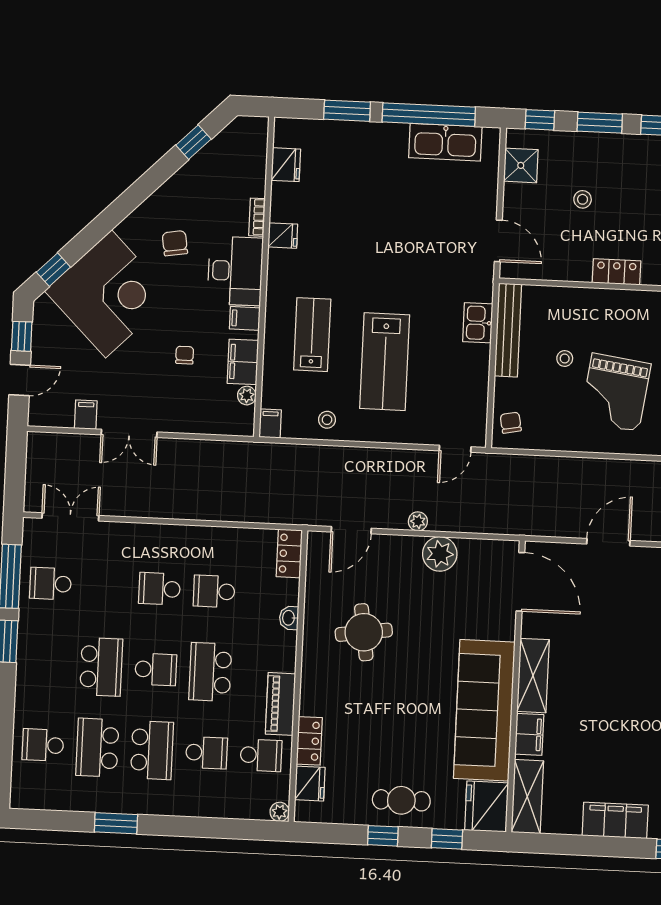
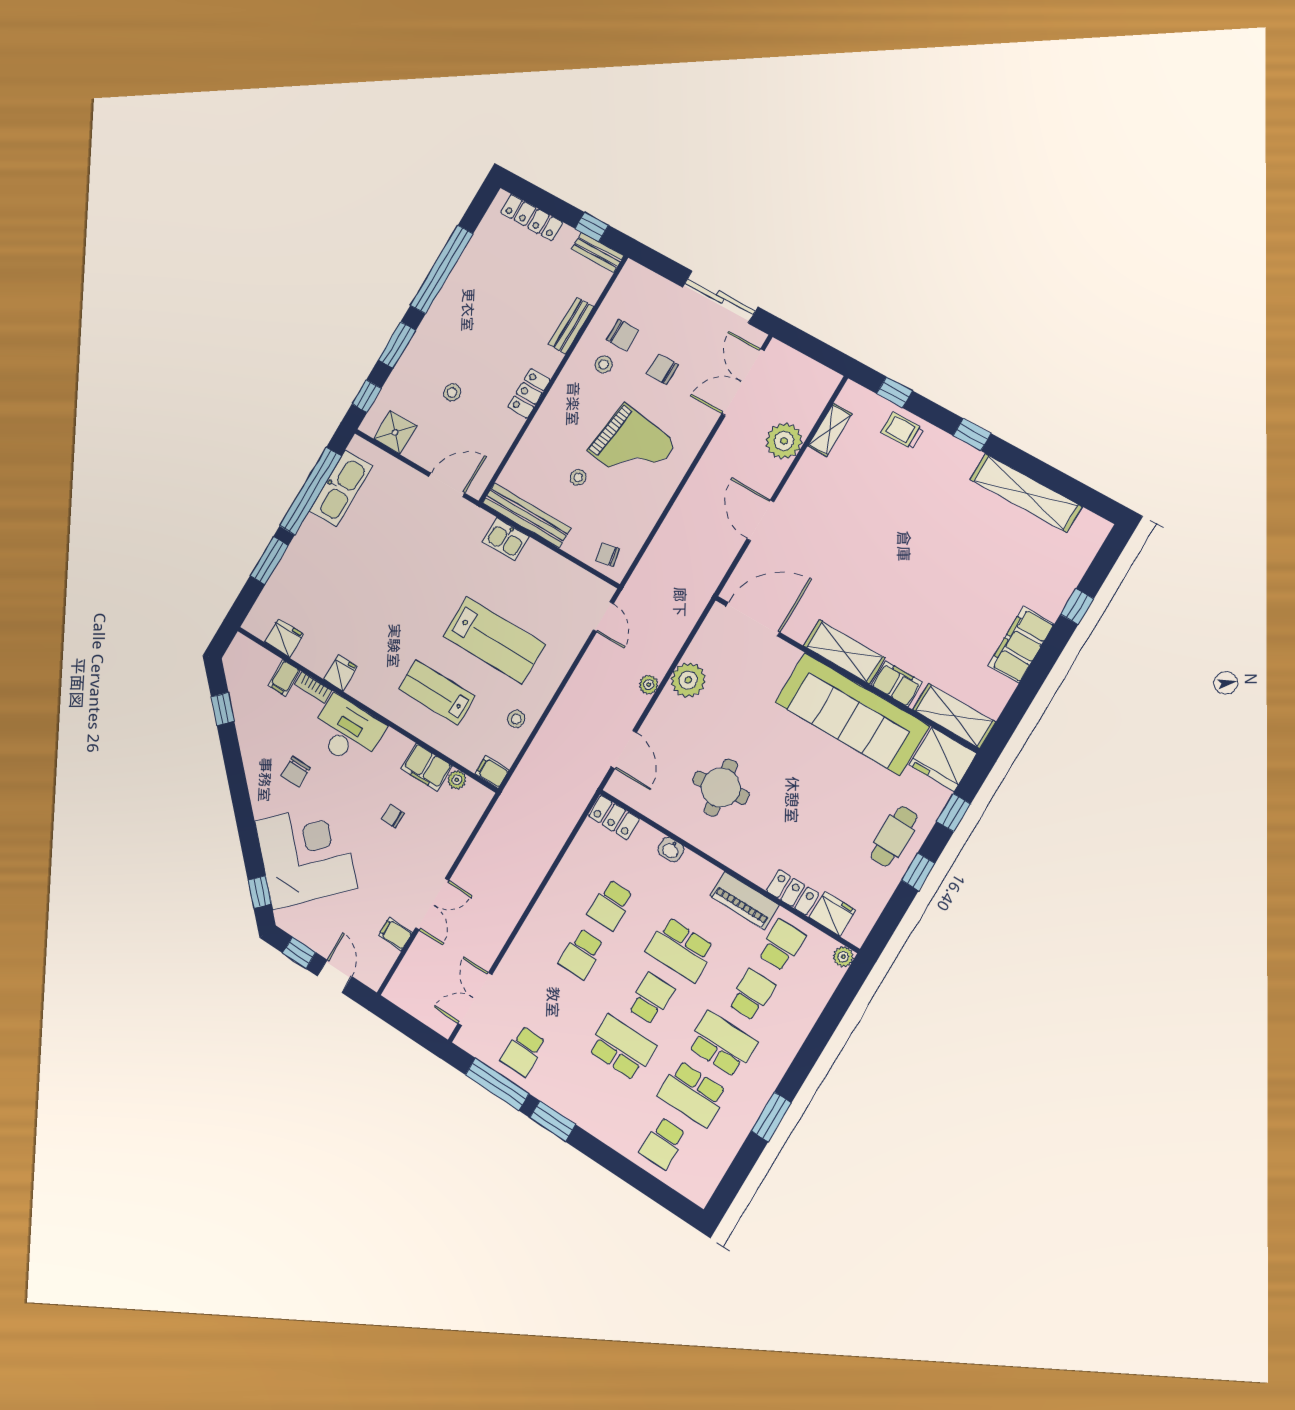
chair: (175, 243) -> (296, 772), turned -81
filing cabinet: (245, 318) -> (284, 678), moved

